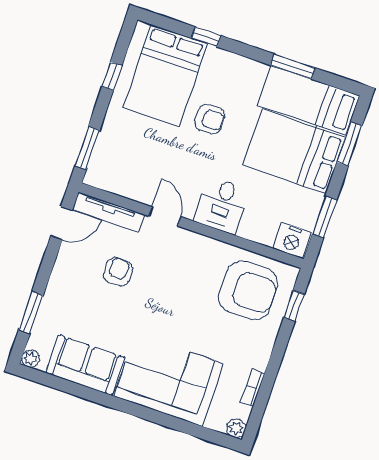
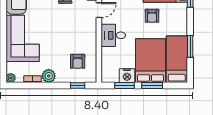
window: (349, 144) -> (152, 85), moved
nightstand: (292, 240) -> (127, 76), moved, turned -90
armchair: (248, 290) -> (78, 61), width x0.53, depth x0.53
plant: (257, 355) -> (49, 76), added

